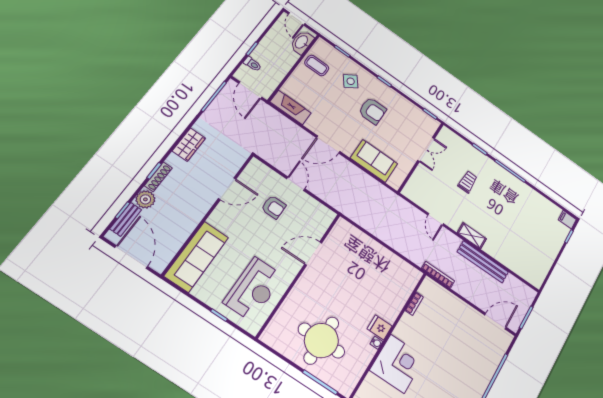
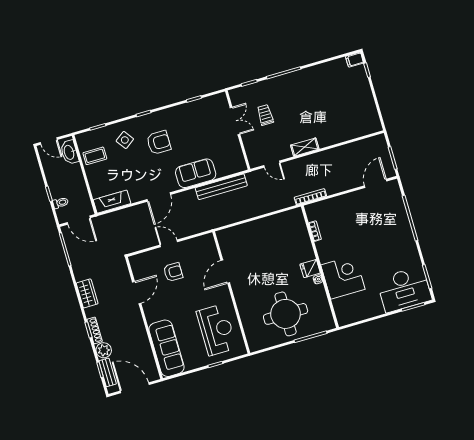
double door: (426, 149) -> (235, 121), moved
wall: (421, 157) -> (238, 130), moved
bench: (483, 262) -> (221, 187), moved

